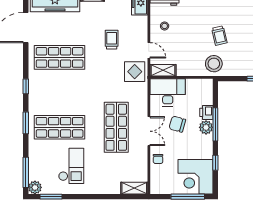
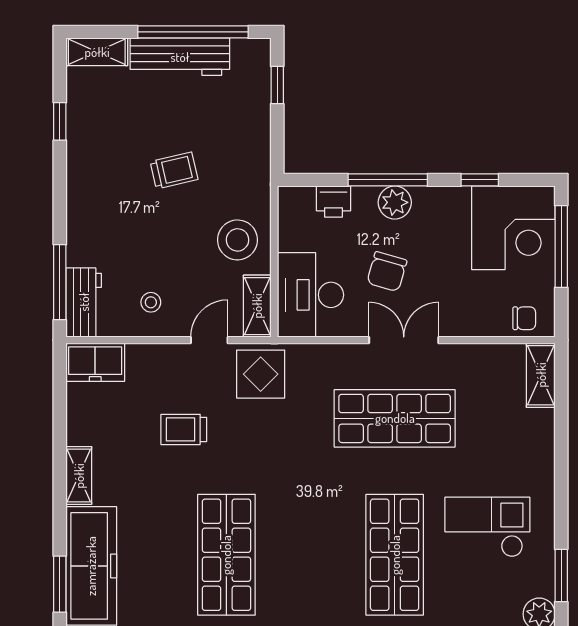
stool: (214, 64) -> (237, 240), moved
printer: (206, 112) -> (334, 202), moved
chair: (158, 159) -> (524, 318), moved

